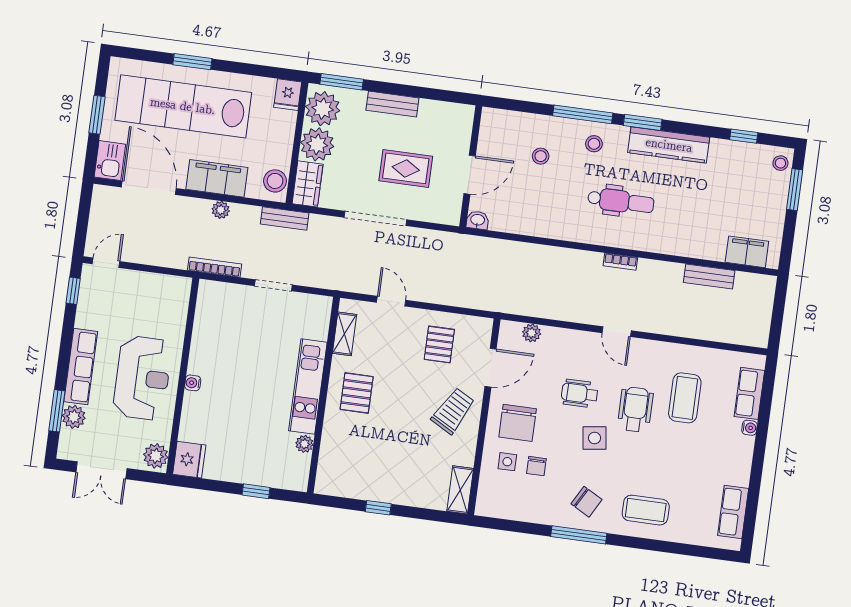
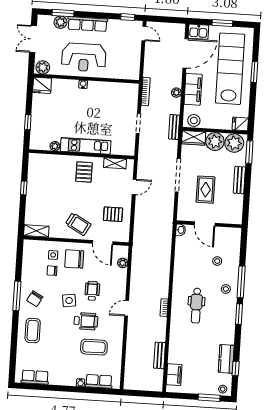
kitchen counter: (669, 145) -> (226, 359), moved, width x0.67
pallet: (357, 393) -> (84, 172), turned 90

